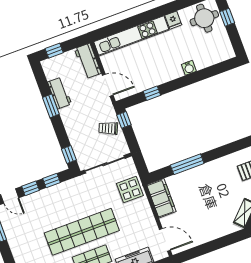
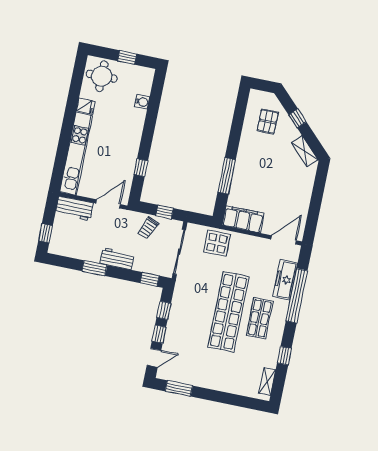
window: (227, 17) -> (127, 57), moved
water cooler: (189, 68) -> (142, 102), moved
workbench: (60, 93) -> (117, 259), moved
window: (124, 120) -> (165, 212), moved

